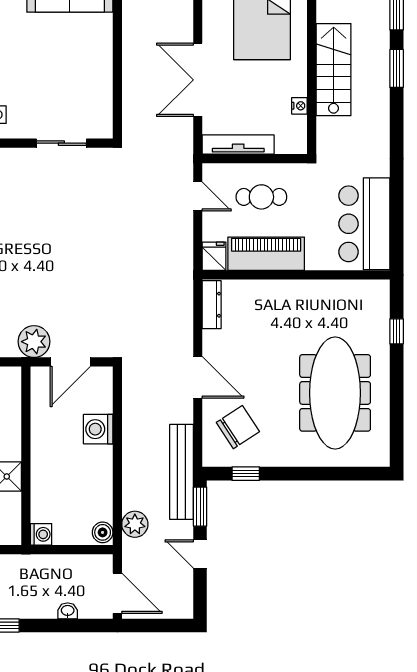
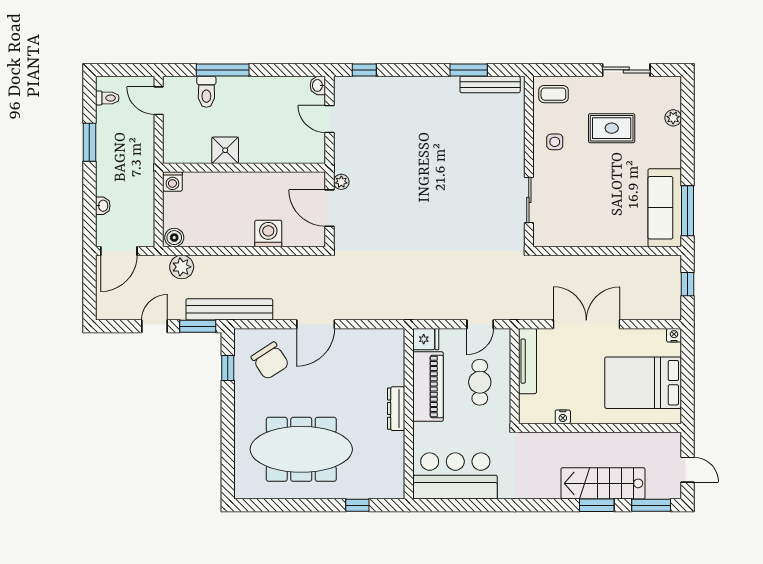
stairs: (334, 70) -> (603, 483), moved, turned 180
dresser: (212, 305) -> (396, 409), moved, turned 90
plant: (34, 342) -> (341, 182), width x0.53, depth x0.53

